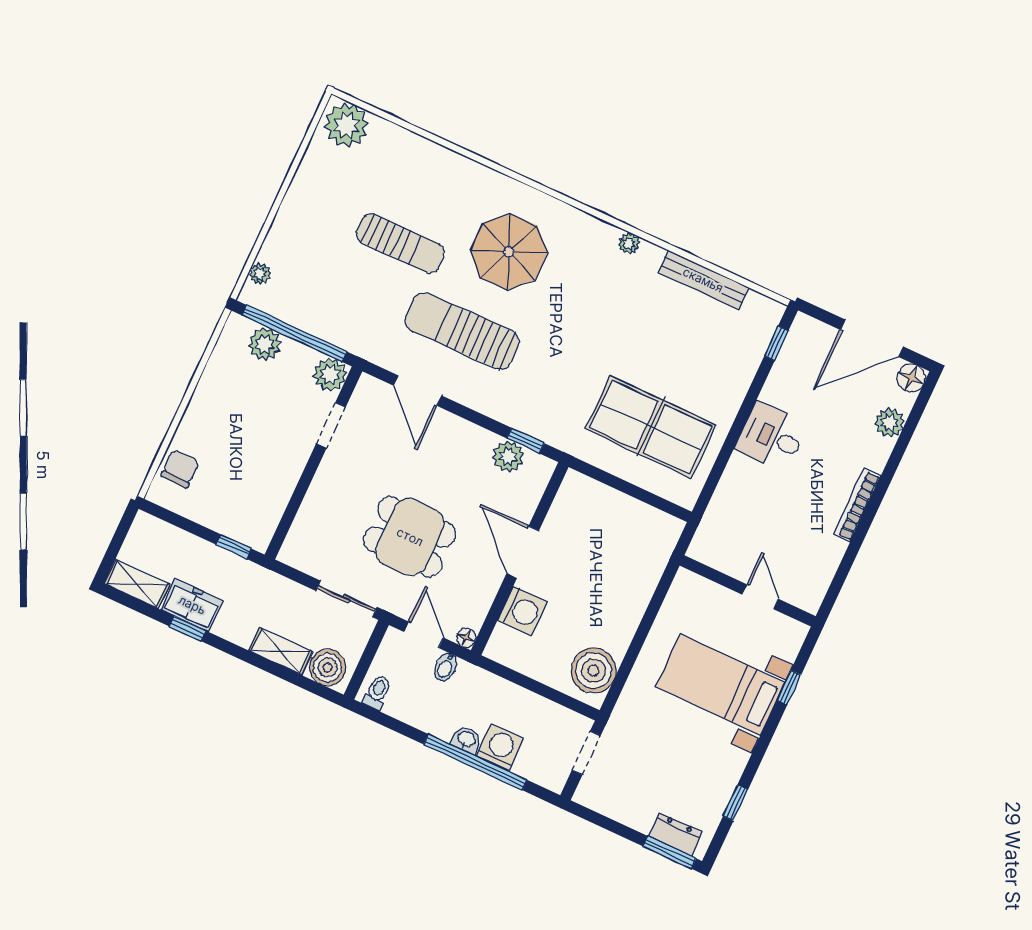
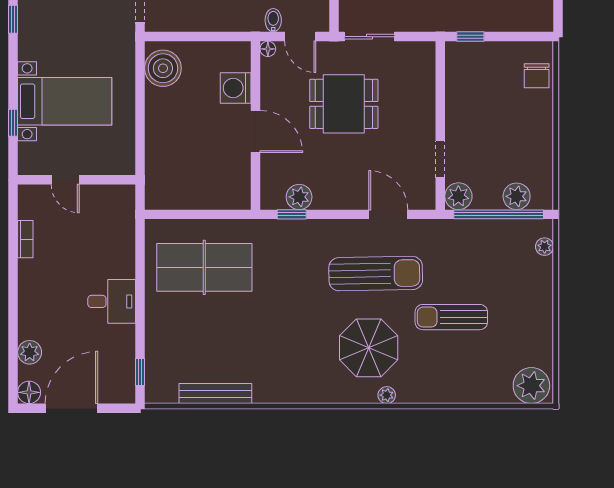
plant: (629, 243) -> (387, 395), moved
bookcase: (857, 505) -> (25, 239), moved, width x0.64

